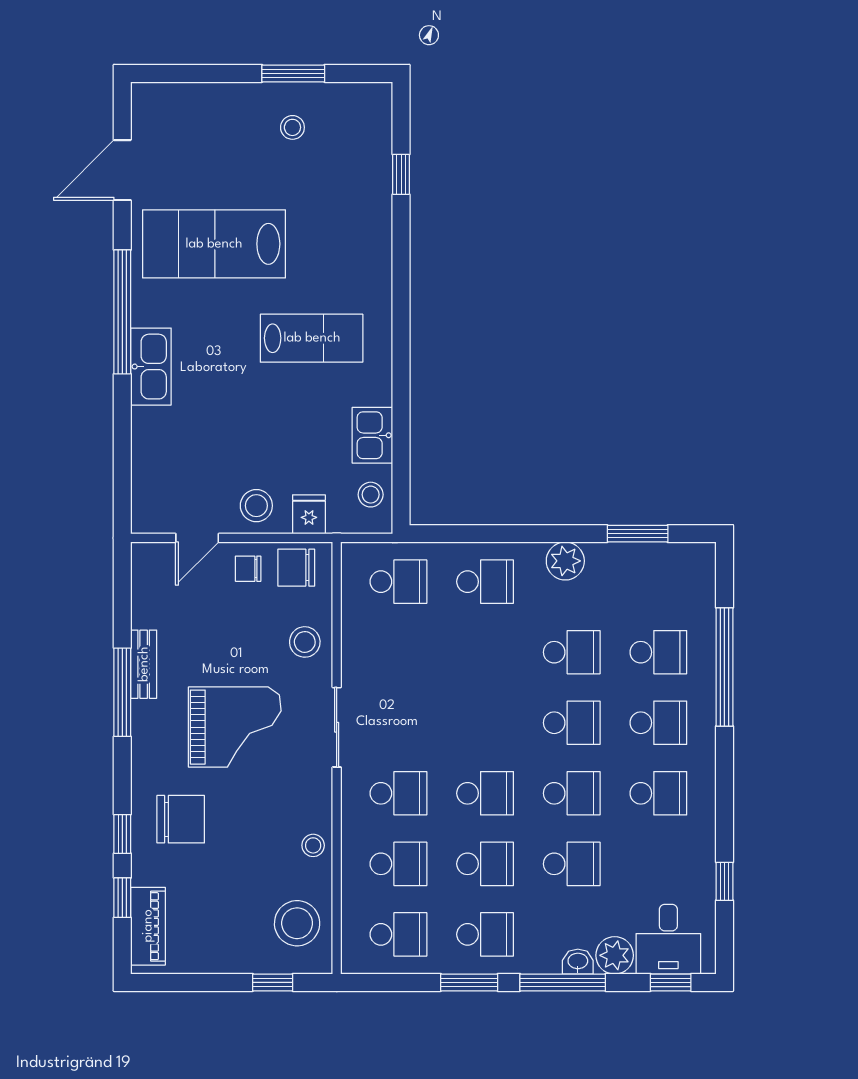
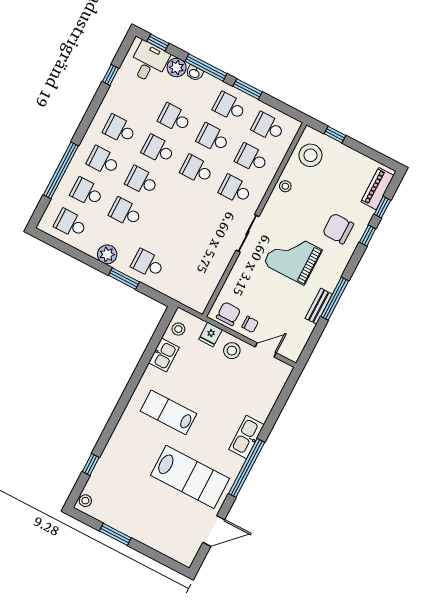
stool: (292, 127) -> (85, 501), moved
window: (638, 534) -> (124, 279), moved
chair: (296, 568) -> (228, 314), turned -90
school desk: (398, 582) -> (71, 224), moved
stool: (305, 642) -> (242, 279), removed

